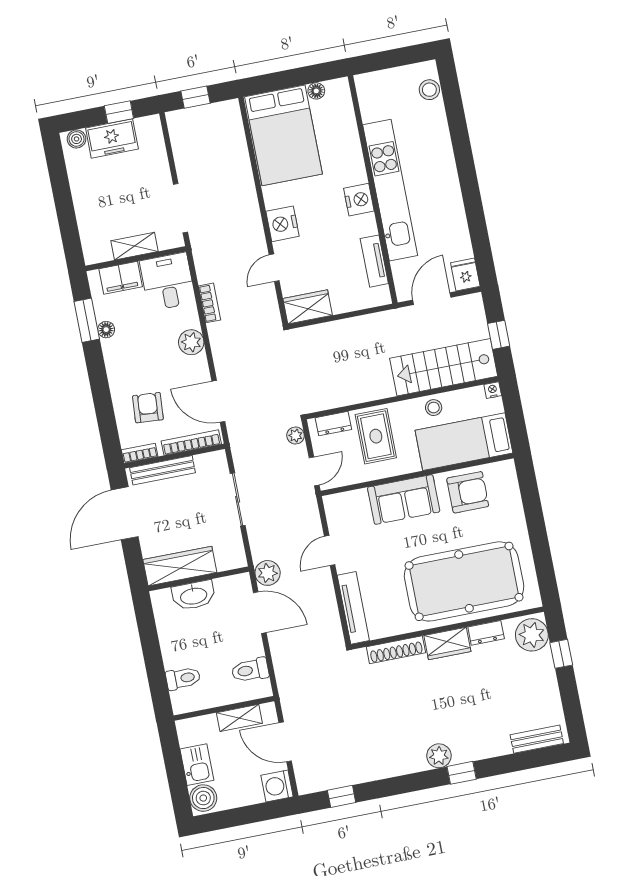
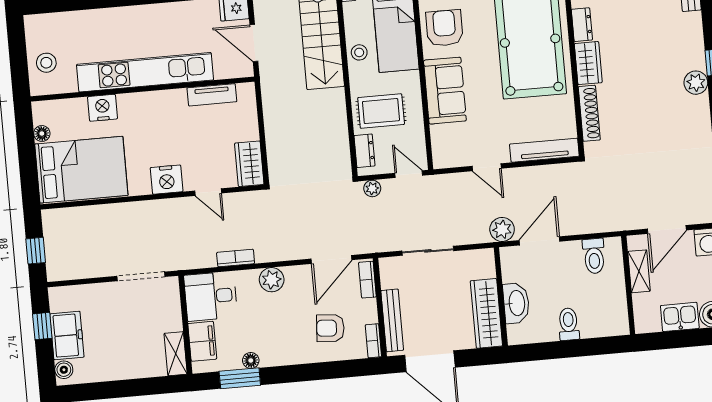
stool: (429, 90) -> (46, 63), moved
nightstand: (359, 200) -> (102, 108), moved
shelving: (134, 246) -> (176, 354), moved
bookcase: (191, 442) -> (367, 280), width x0.64
toilet: (183, 678) -> (569, 324), moved

